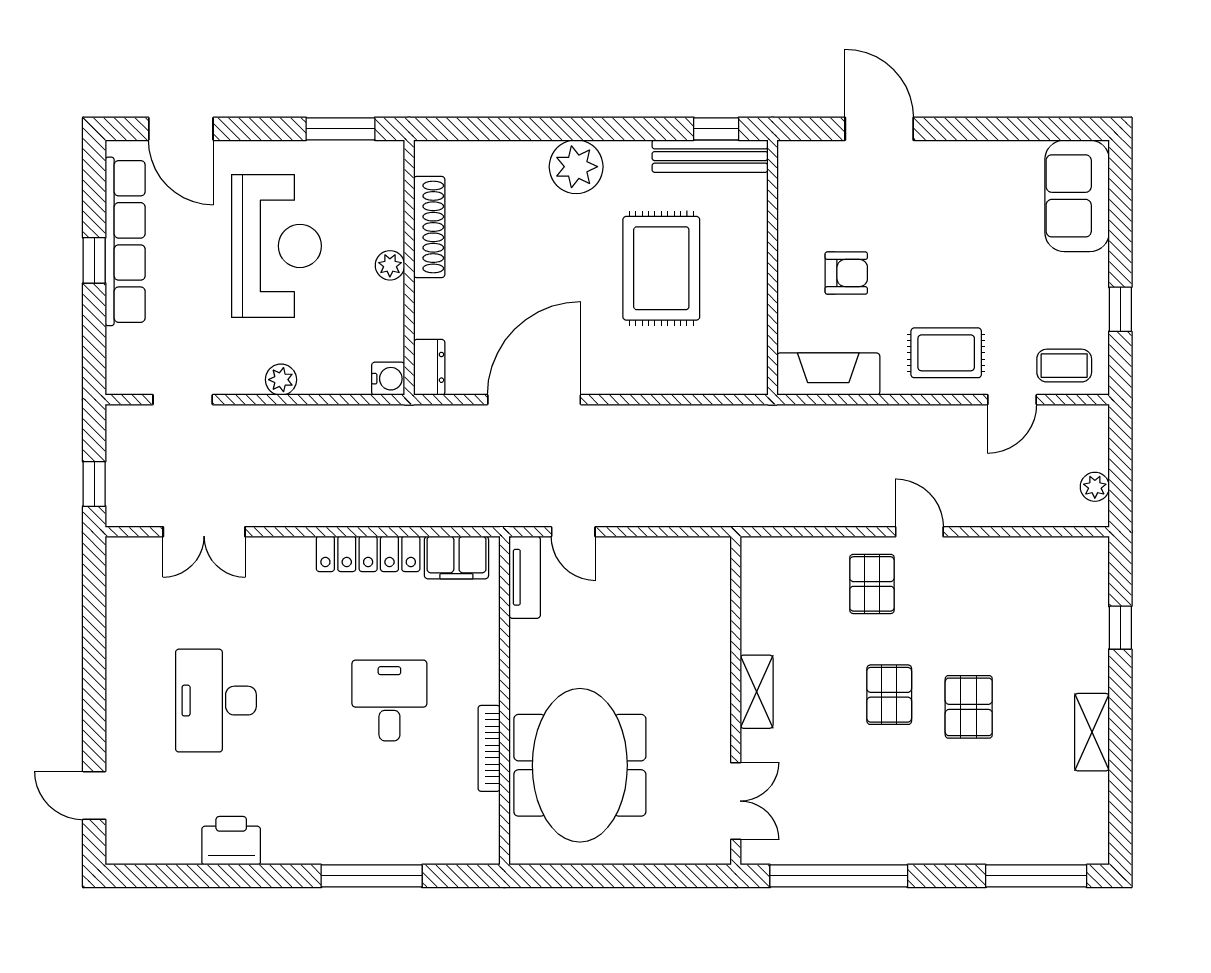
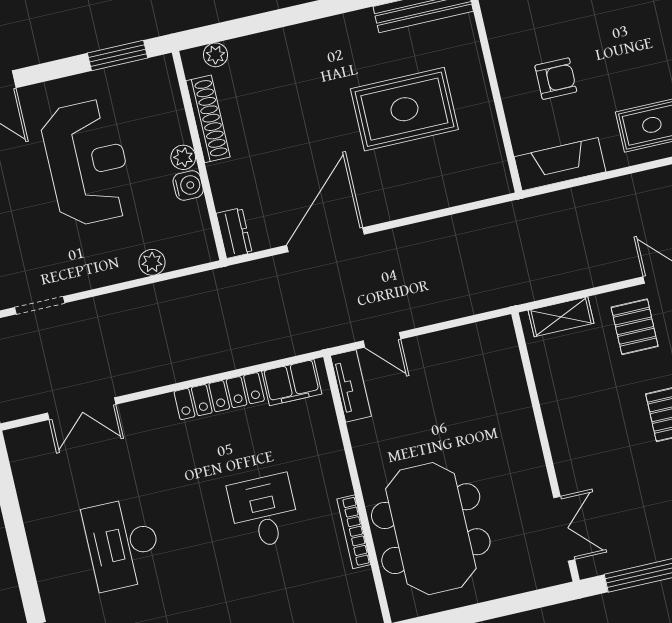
plant: (576, 167) -> (215, 55), moved, width x0.53, depth x0.53
rug: (661, 268) -> (404, 109), turned 90
water cooler: (388, 379) -> (188, 185), moved
plant: (281, 380) -> (152, 262), moved
shelving: (757, 692) -> (561, 317), moved, turned 90

